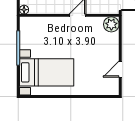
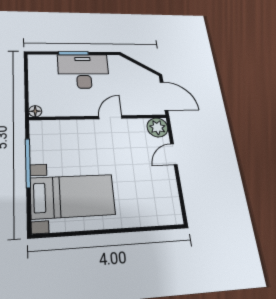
door: (120, 69) -> (174, 154), moved

